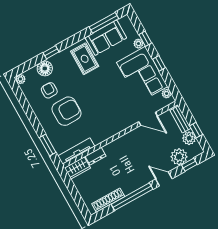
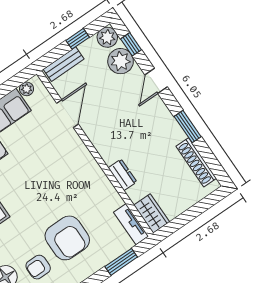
armchair: (66, 111) -> (67, 238), turned 180
plant: (189, 138) -> (107, 37), moved
tv unit: (76, 151) -> (131, 224), width x0.71
dresser: (96, 156) -> (123, 175), moved
window: (132, 197) -> (188, 127), width x0.47

